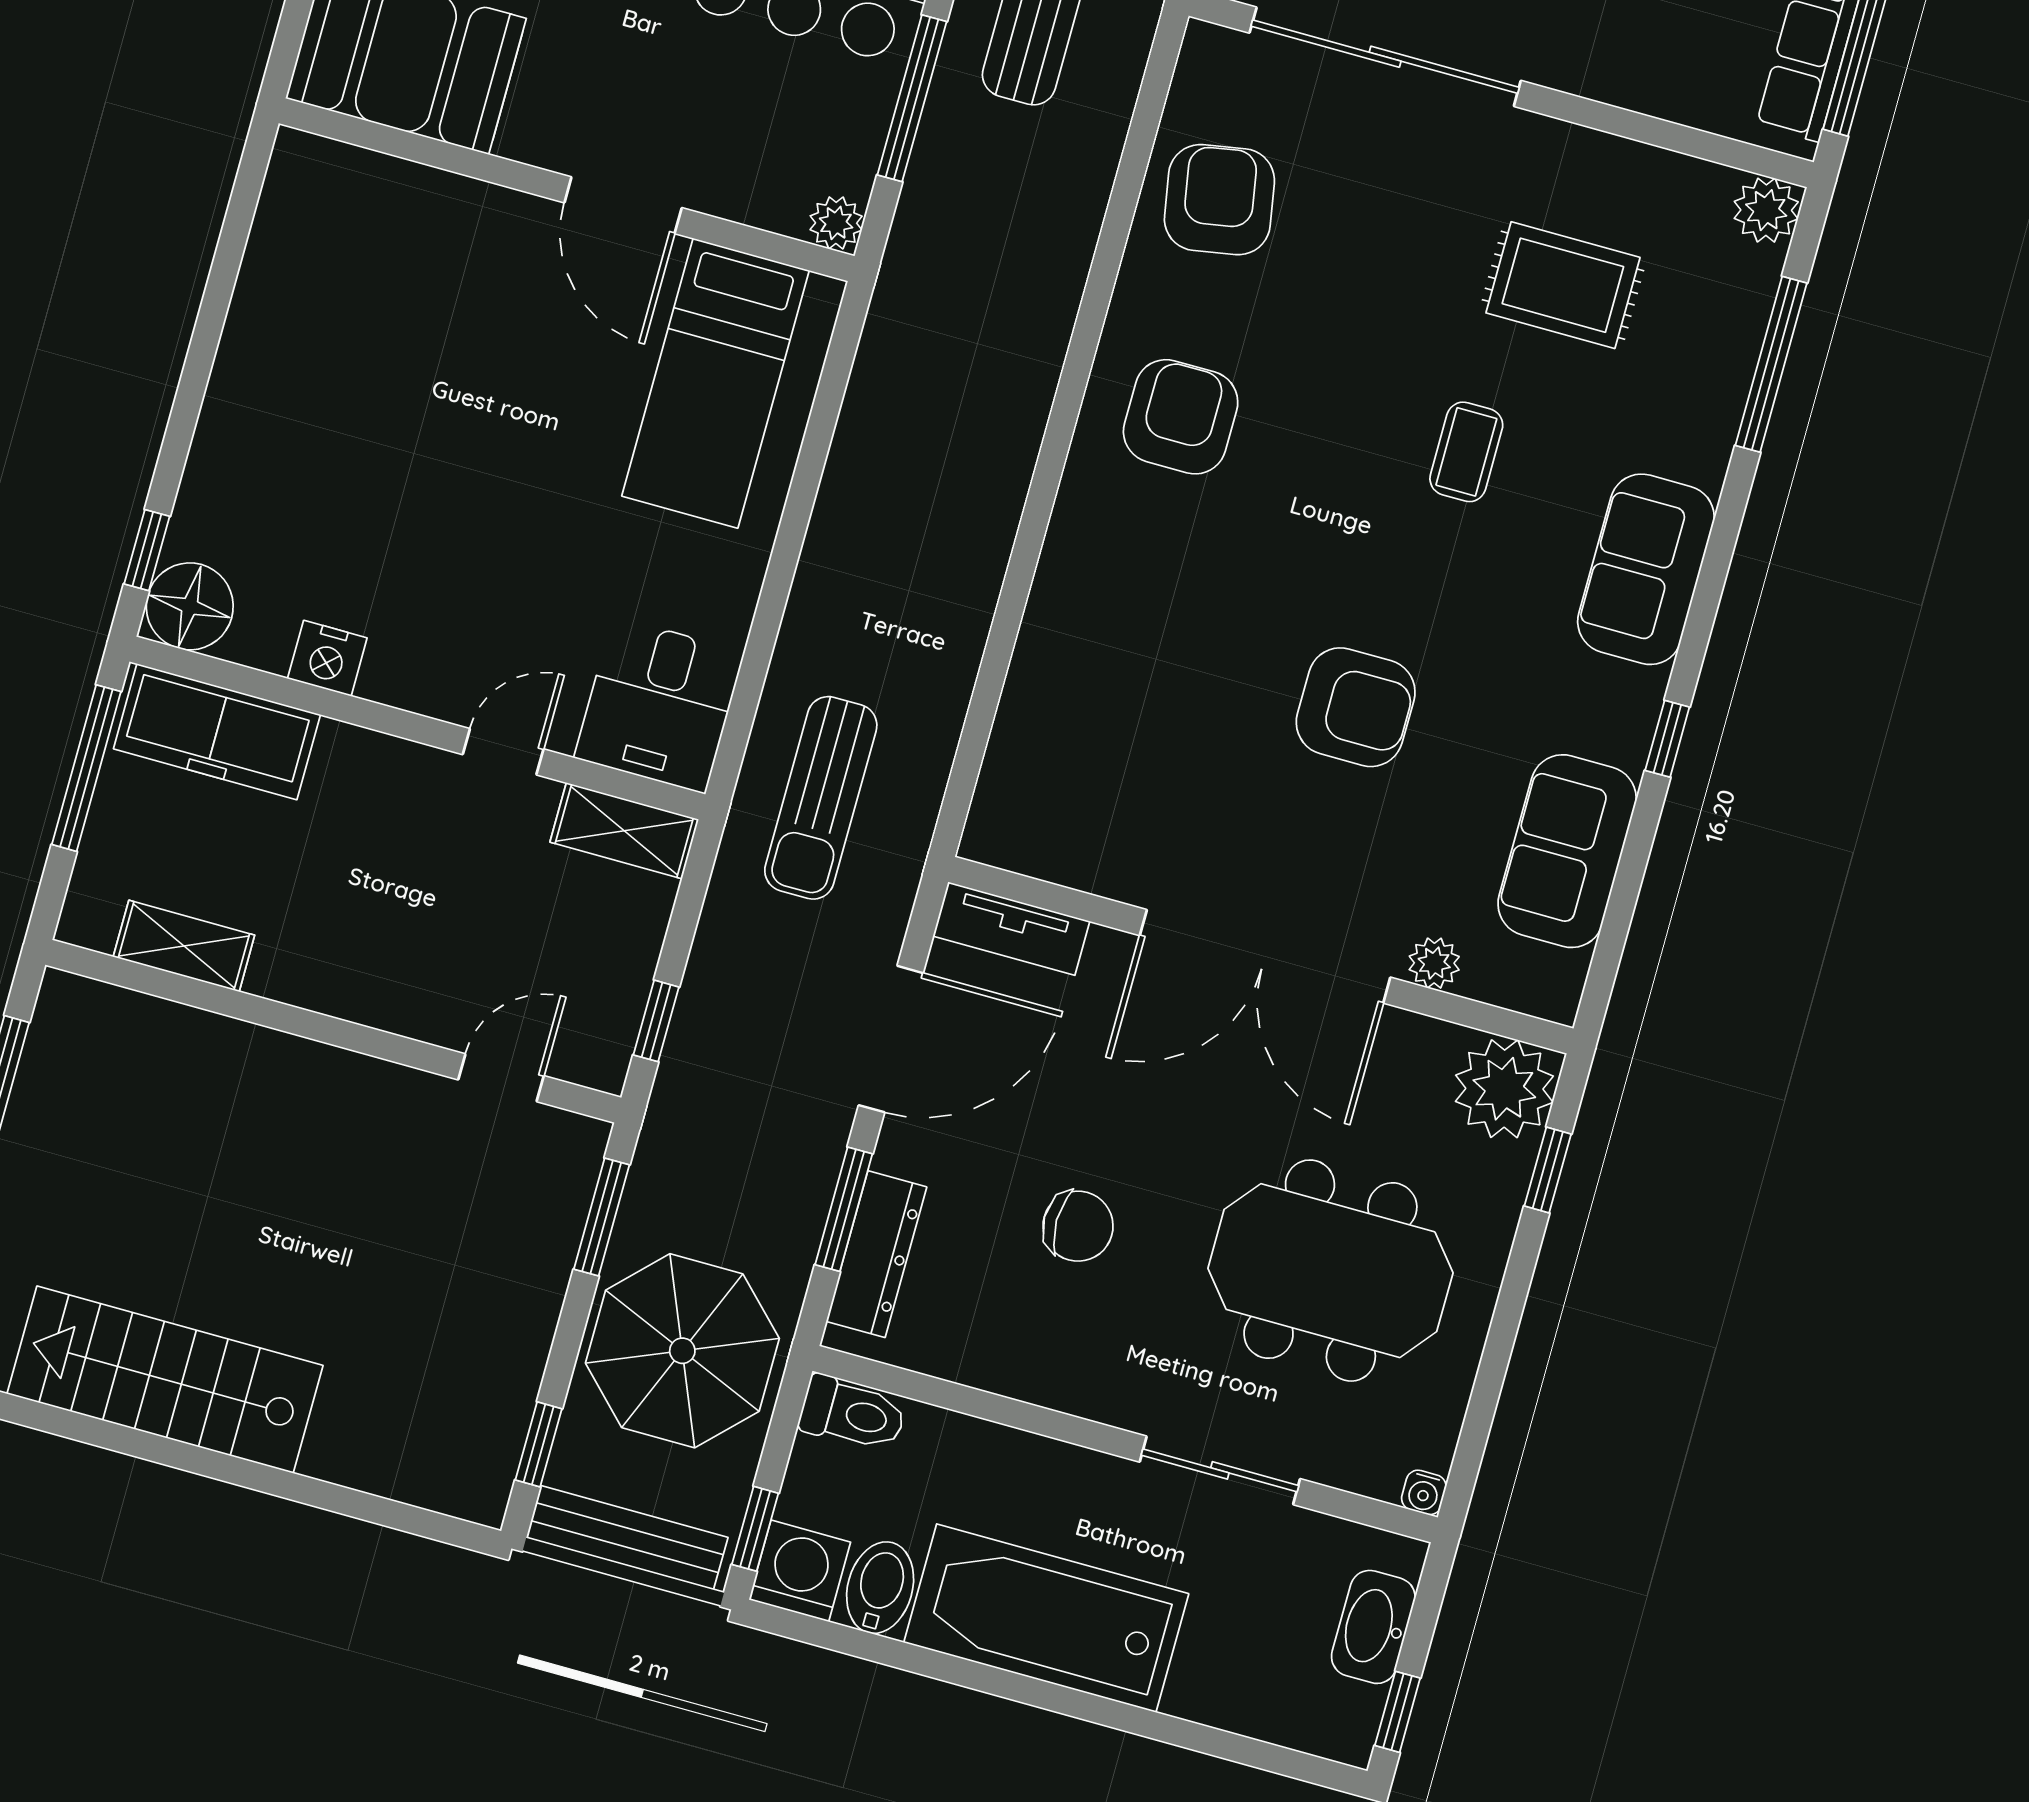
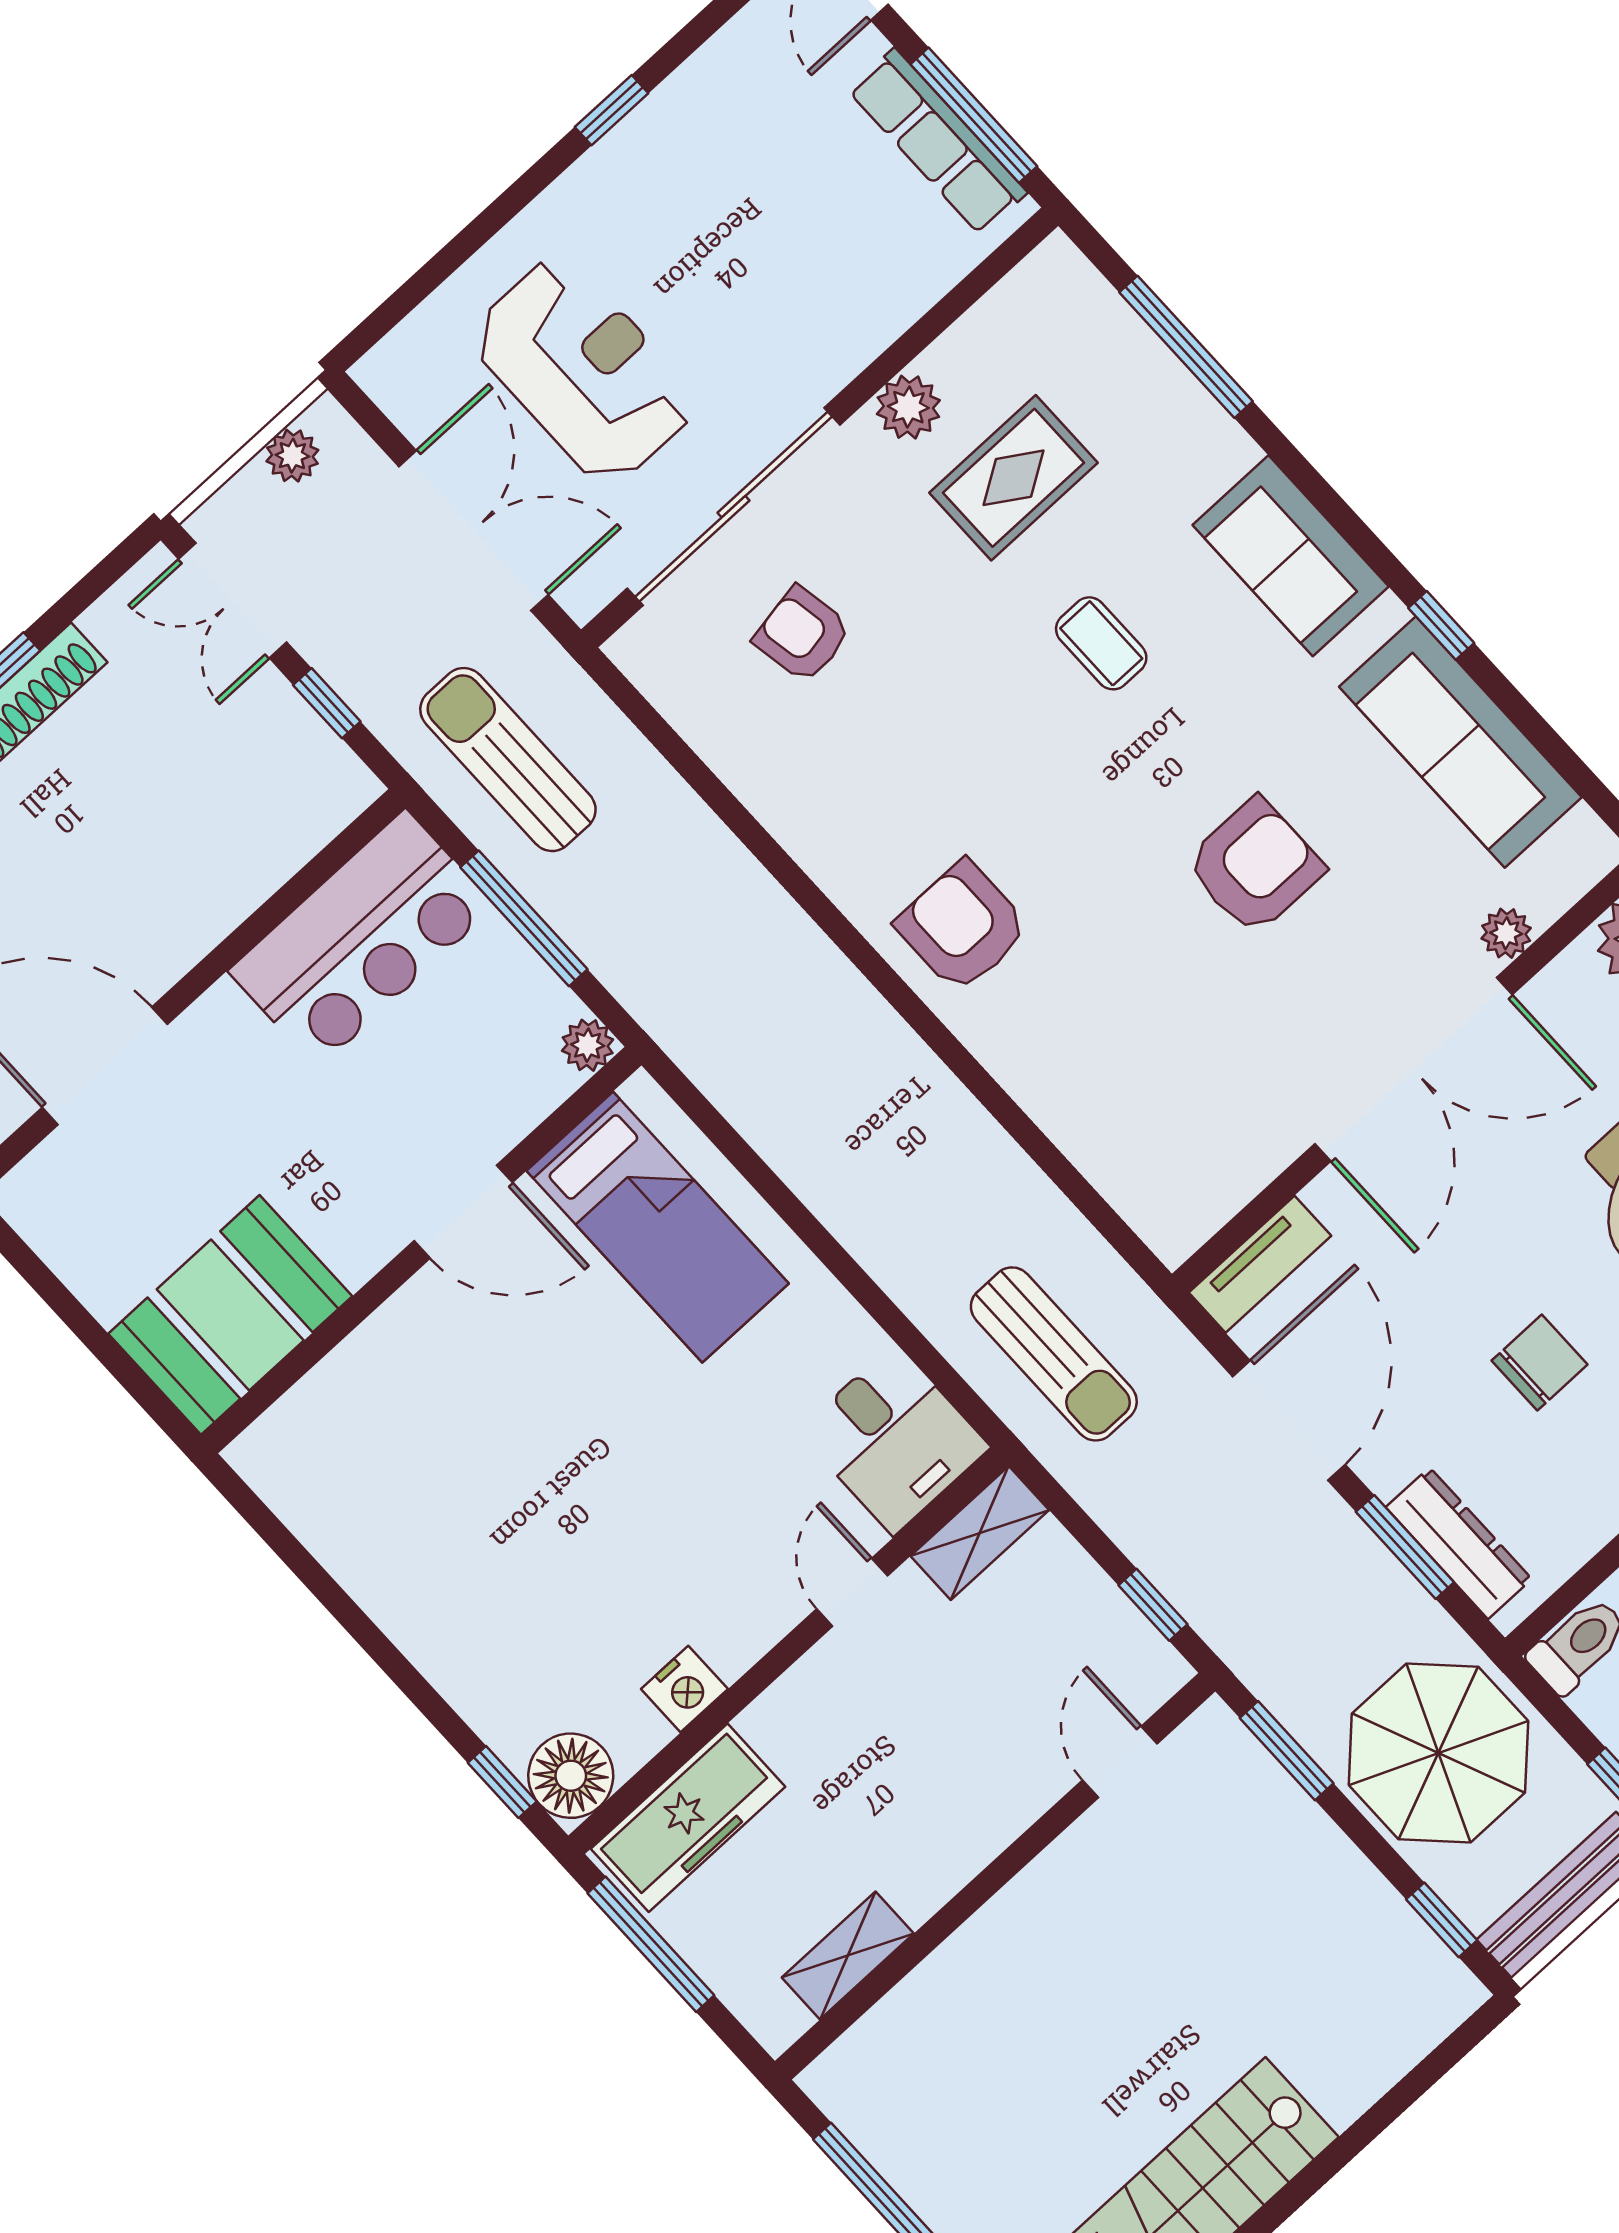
armchair: (1219, 200) -> (802, 635), moved, width x0.72, depth x0.72
plant: (1766, 210) -> (908, 407), moved
armchair: (1181, 417) -> (962, 926), moved
sofa: (1567, 851) -> (1460, 742), width x1.36

